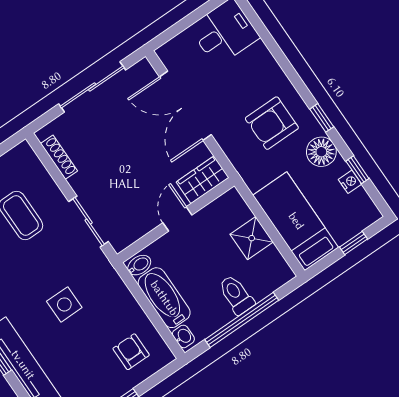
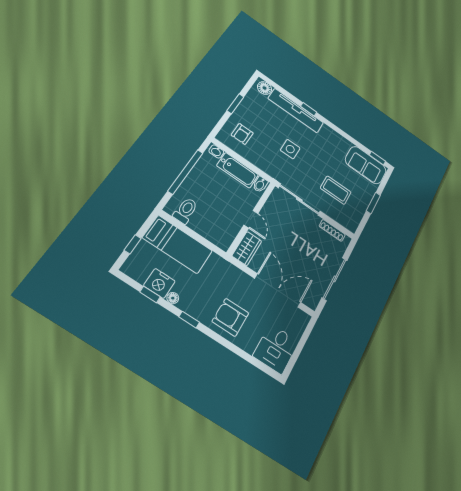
armchair: (272, 123) -> (230, 317), moved, turned -90
floor lamp: (321, 152) -> (173, 298), width x0.53, depth x0.53
nightstand: (350, 182) -> (159, 283), width x1.89, depth x1.79
sliding door: (89, 222) -> (299, 200), width x1.37
shower: (252, 238) -> (201, 224), removed
toilet: (236, 295) -> (186, 211), moved, turned -90
armchair: (131, 352) -> (242, 134), turned 90

